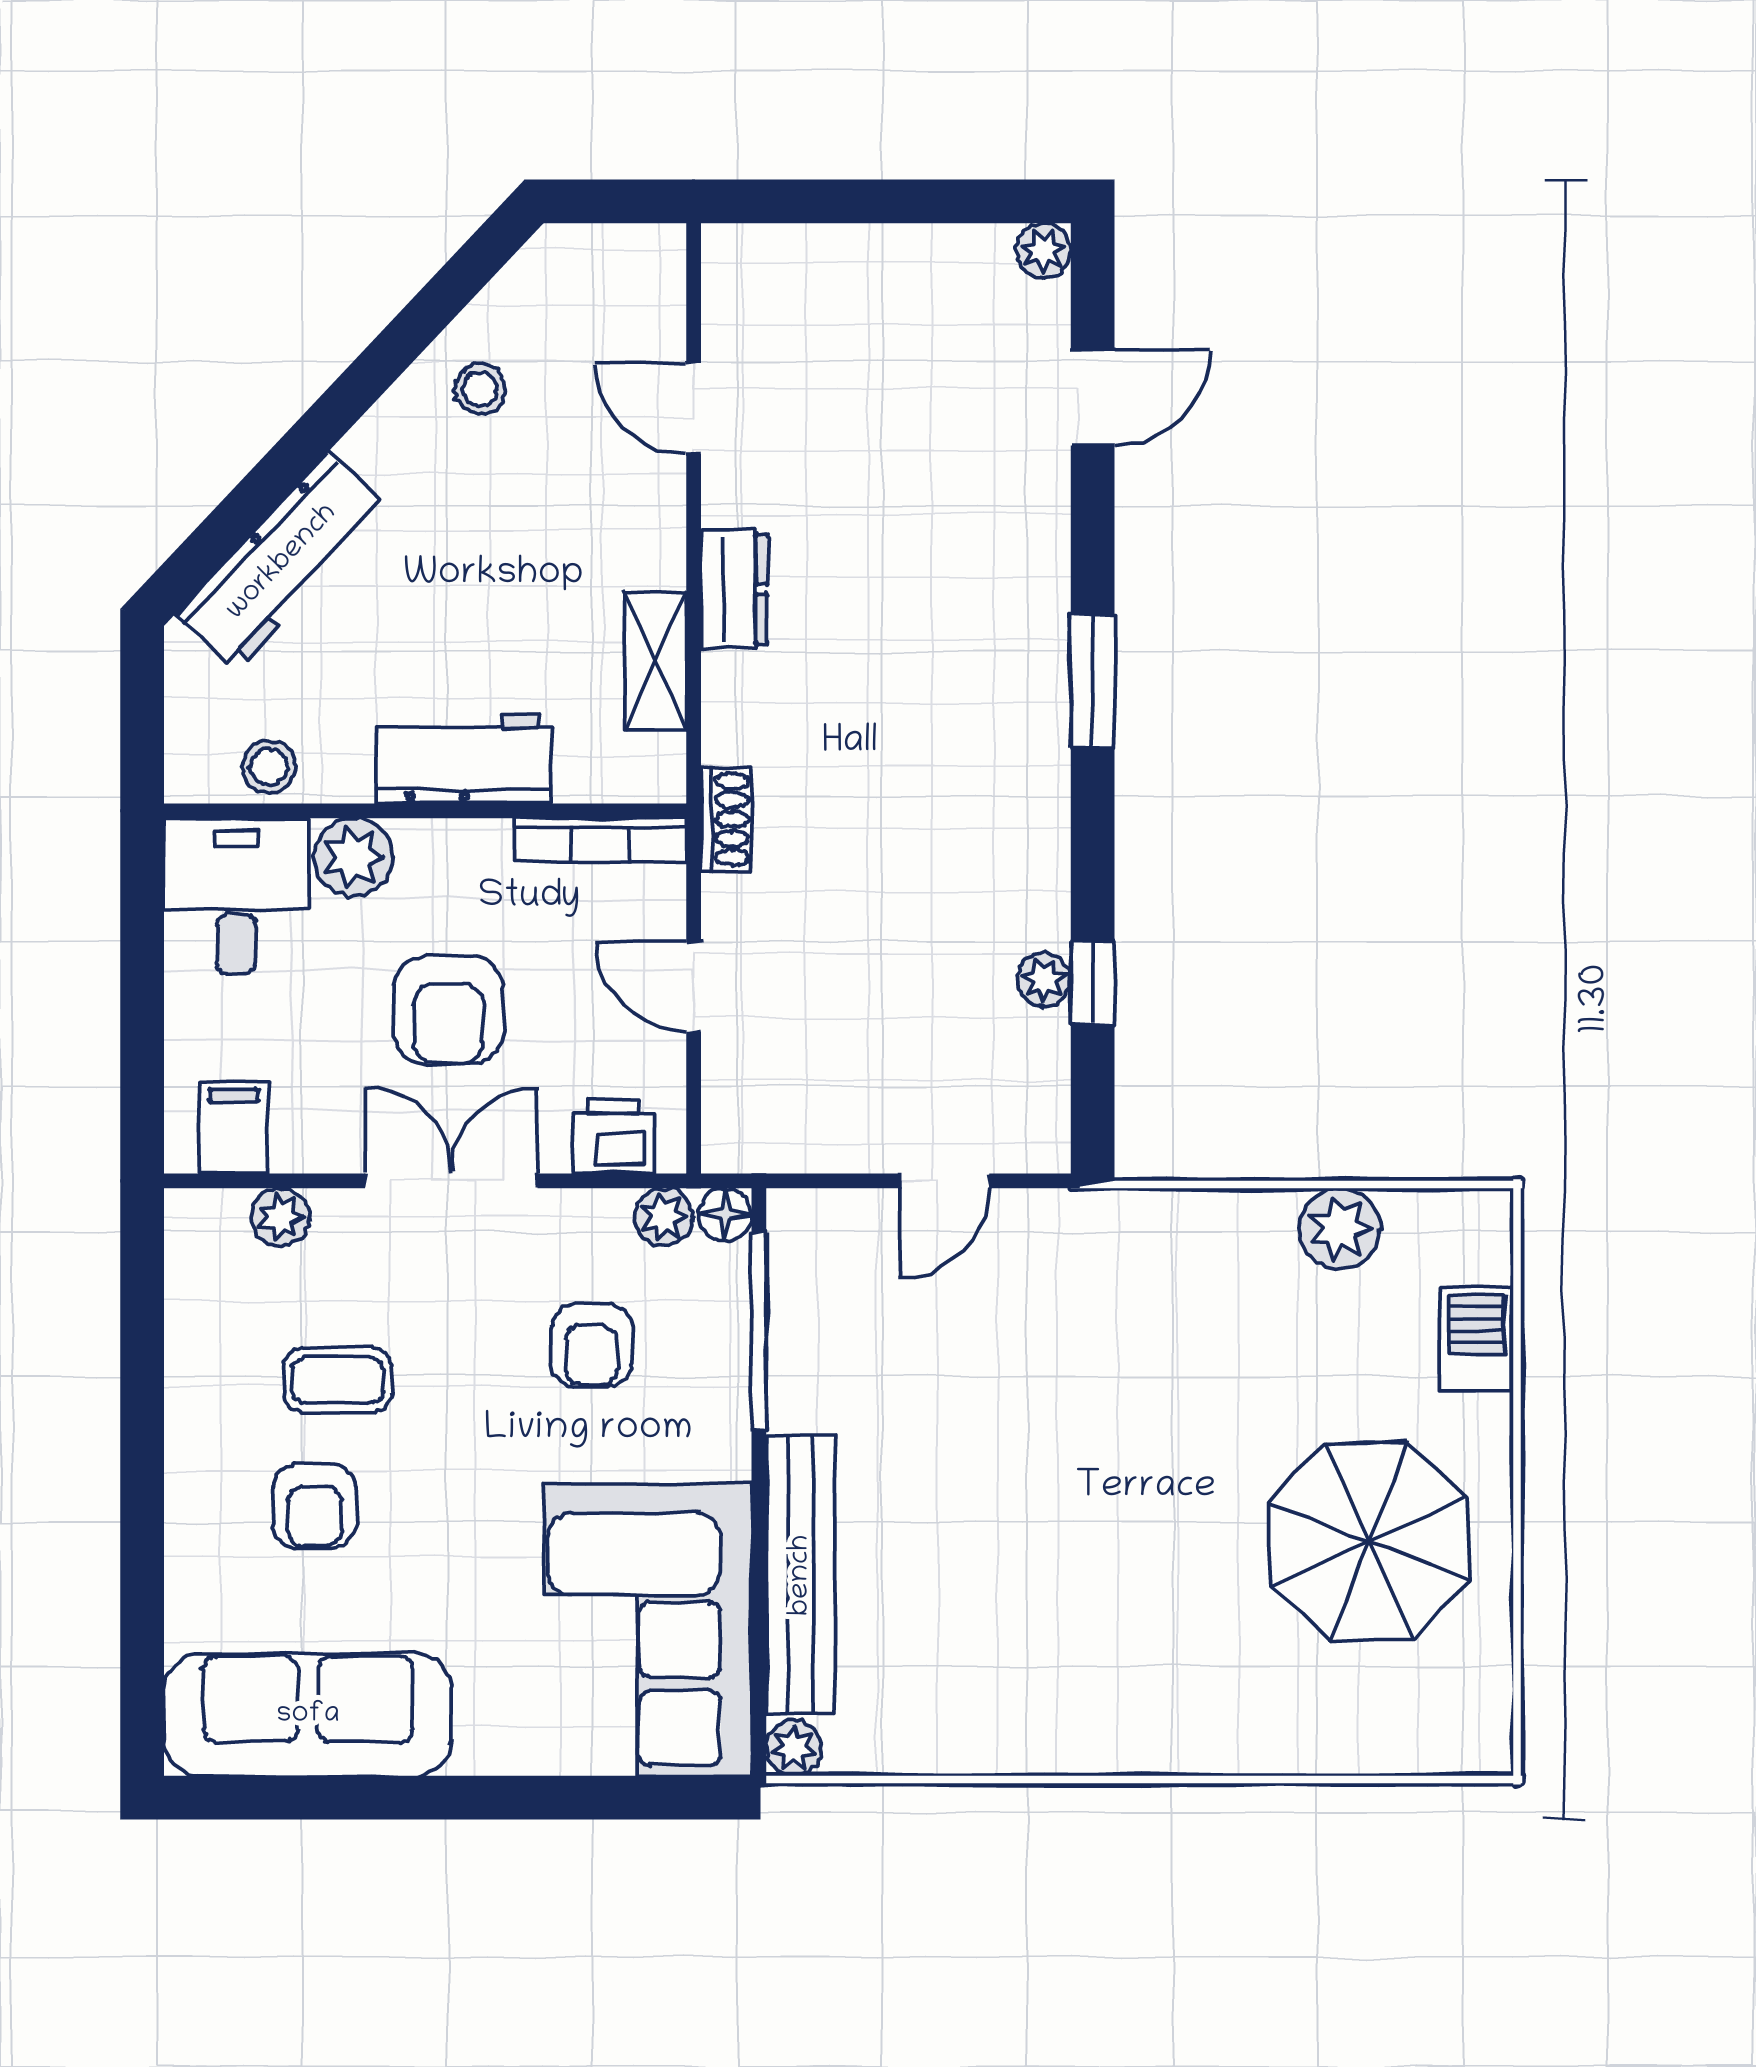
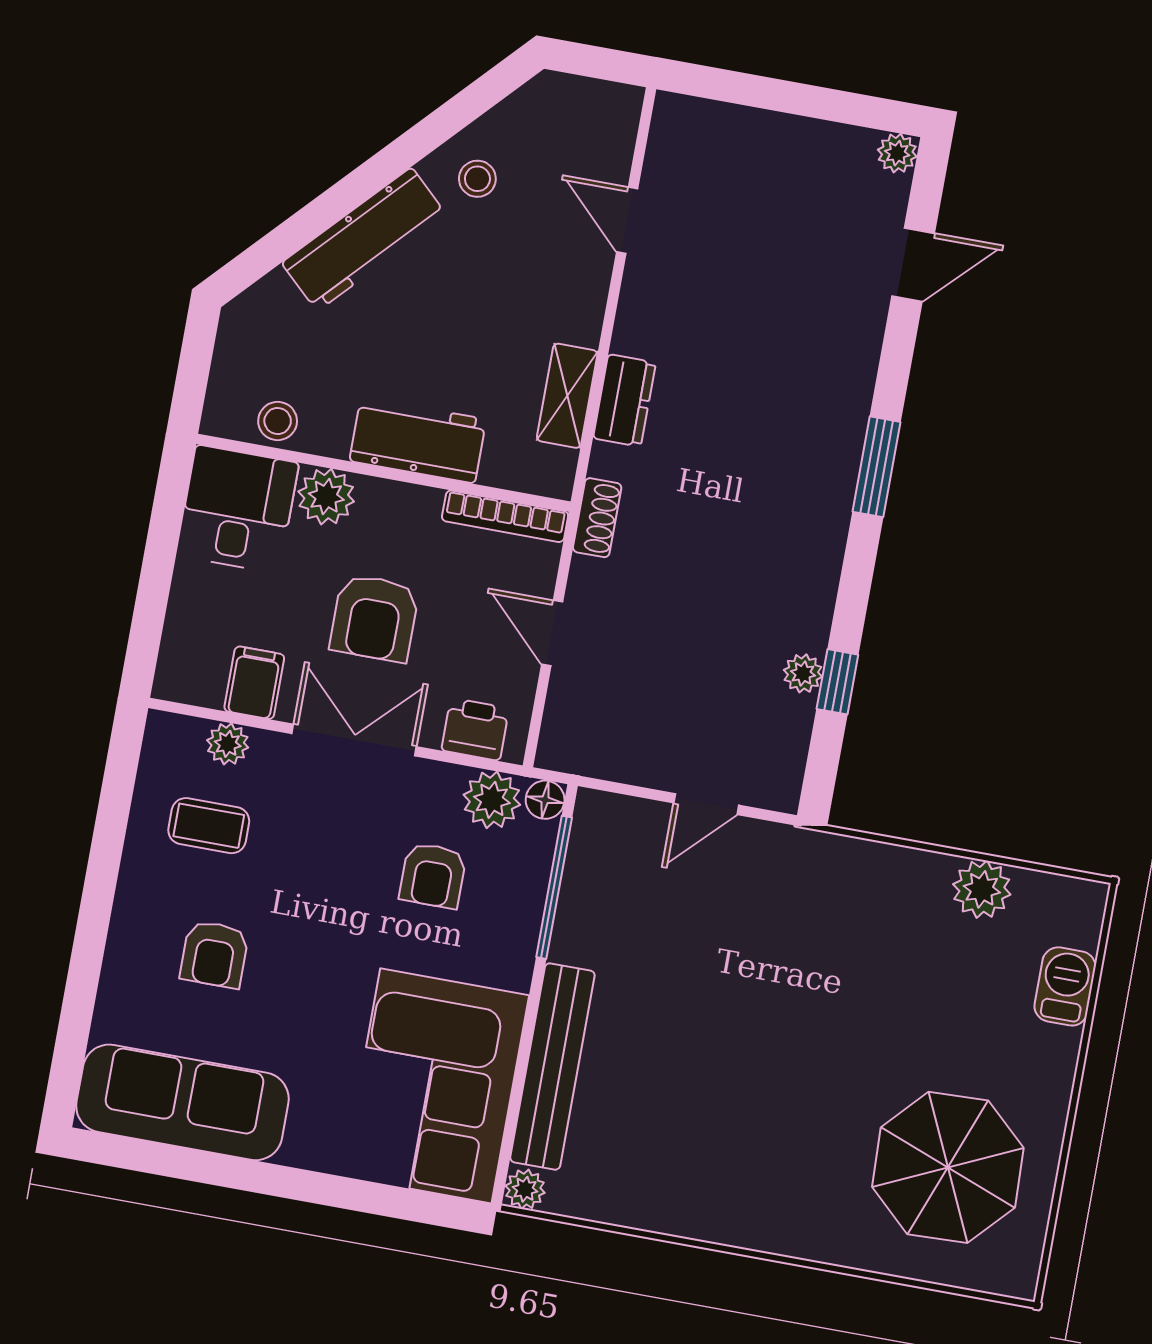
workbench: (282, 562) -> (364, 239), moved
dresser: (734, 589) -> (624, 400), moved
filing cabinet: (234, 1128) -> (254, 683), moved
plant: (664, 1217) -> (492, 800), width x1.38, depth x1.38
coffee table: (337, 1380) -> (209, 826), moved
parasol: (1369, 1541) -> (948, 1167), moved

